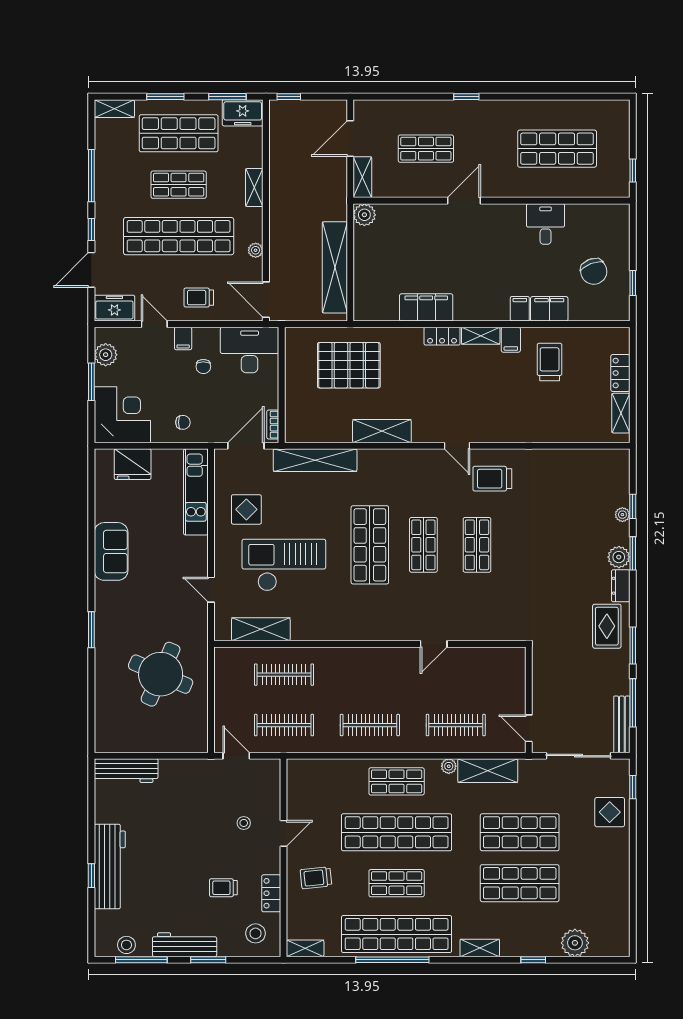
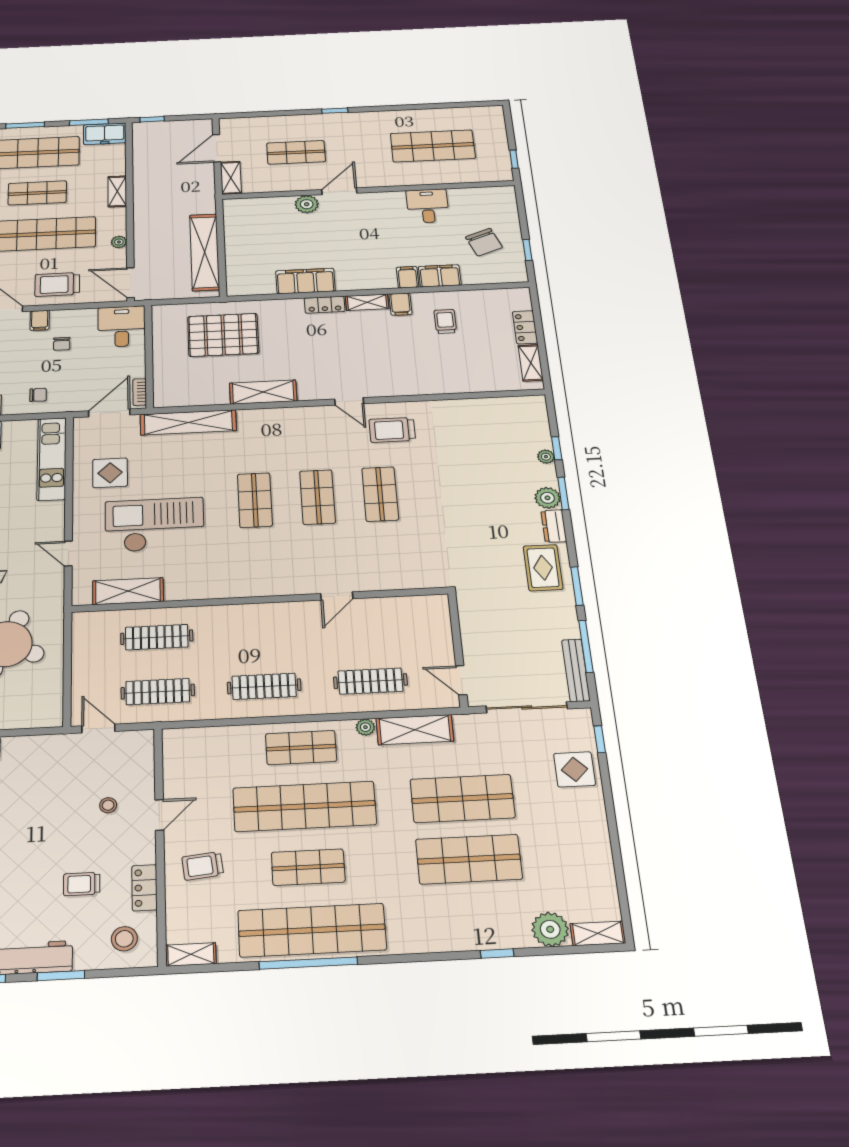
plant: (364, 215) -> (307, 204), moved
trolley: (199, 298) -> (57, 284), width x1.36, depth x1.39
desk: (250, 350) -> (122, 326), width x0.73
trolley: (550, 362) -> (445, 321), width x0.73, depth x0.72
shop shelf: (370, 545) -> (255, 500), width x0.70, depth x0.74
shelving: (480, 948) -> (598, 933), moved

